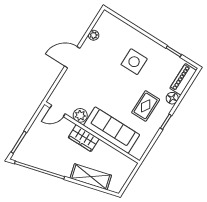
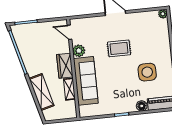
plant: (94, 35) -> (163, 14), moved
side table: (134, 62) -> (147, 72), moved
rug: (146, 106) -> (119, 48), moved
shelving: (107, 150) -> (69, 89), added

